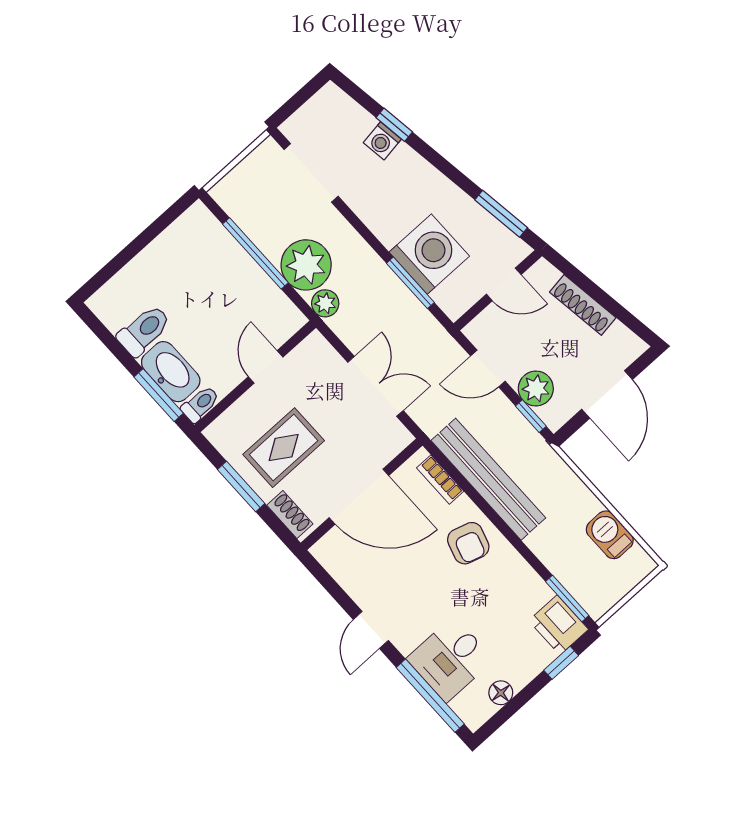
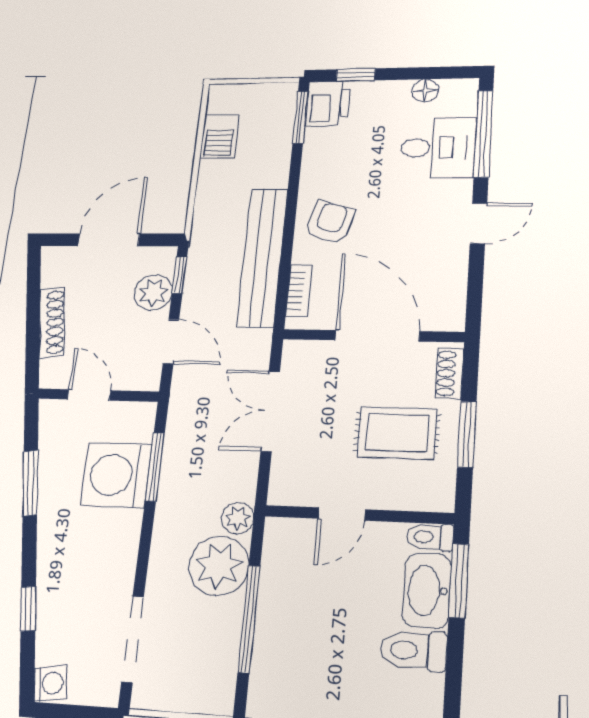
washing machine: (382, 141) -> (50, 683), moved
window: (501, 214) -> (30, 483), moved

